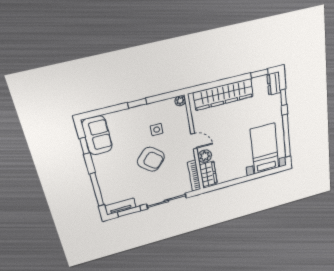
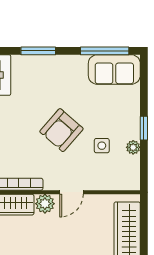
plant: (180, 101) -> (133, 147), moved
window: (84, 146) -> (105, 51), width x2.17
window: (97, 190) -> (38, 51), width x0.69

